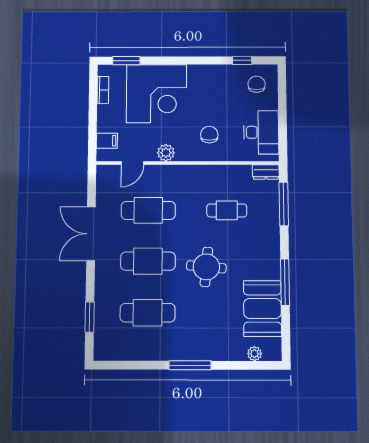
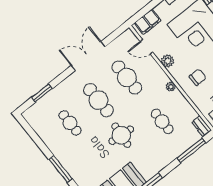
filing cabinet: (107, 141) -> (148, 22), width x2.00
plant: (196, 171) -> (171, 87), added
cafe table: (148, 313) -> (70, 123), width x0.73, depth x0.74

